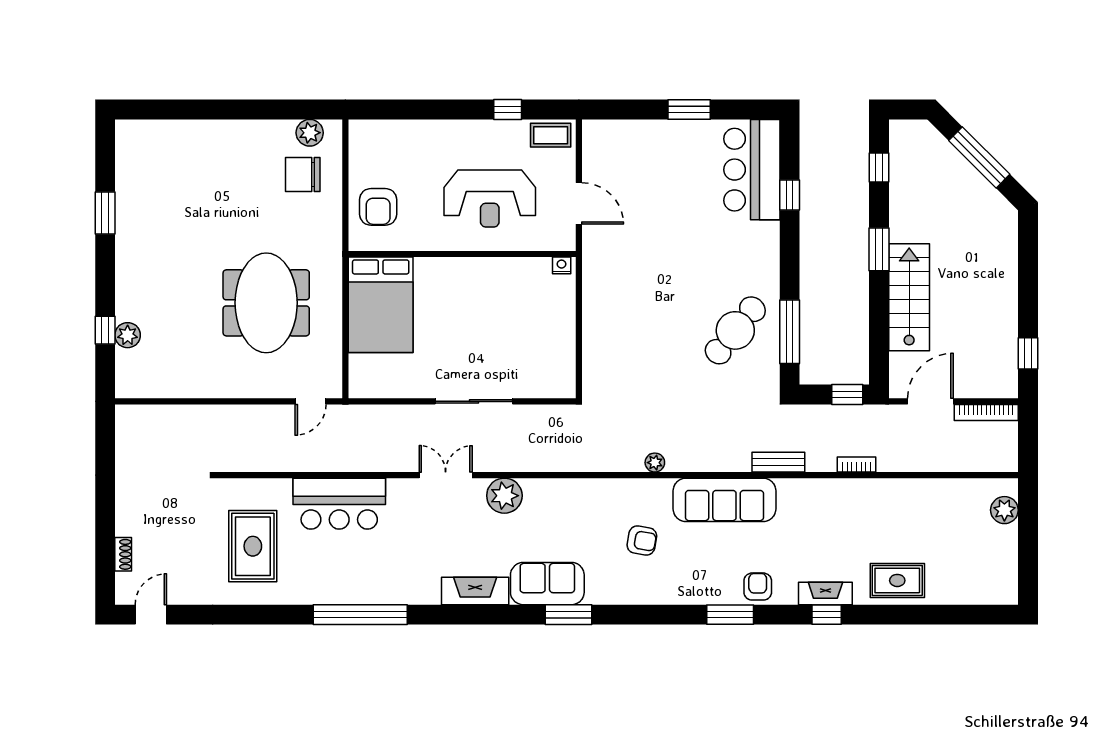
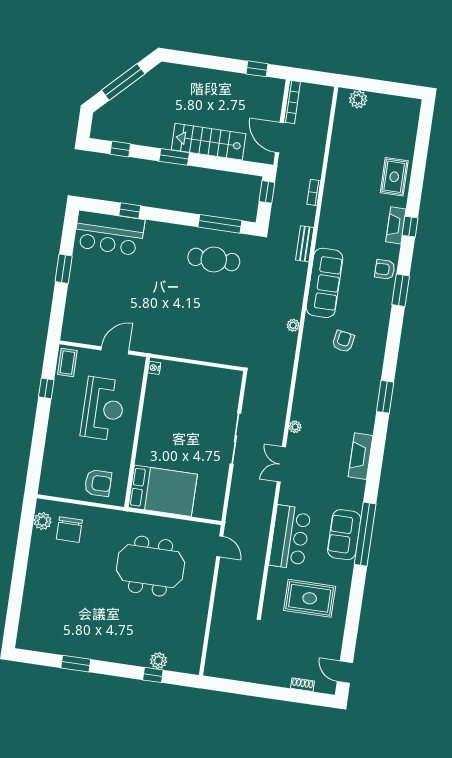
cafe table: (735, 330) -> (214, 260), turned -39
plant: (504, 496) -> (295, 427), width x0.53, depth x0.53
sofa: (547, 584) -> (344, 535), moved

